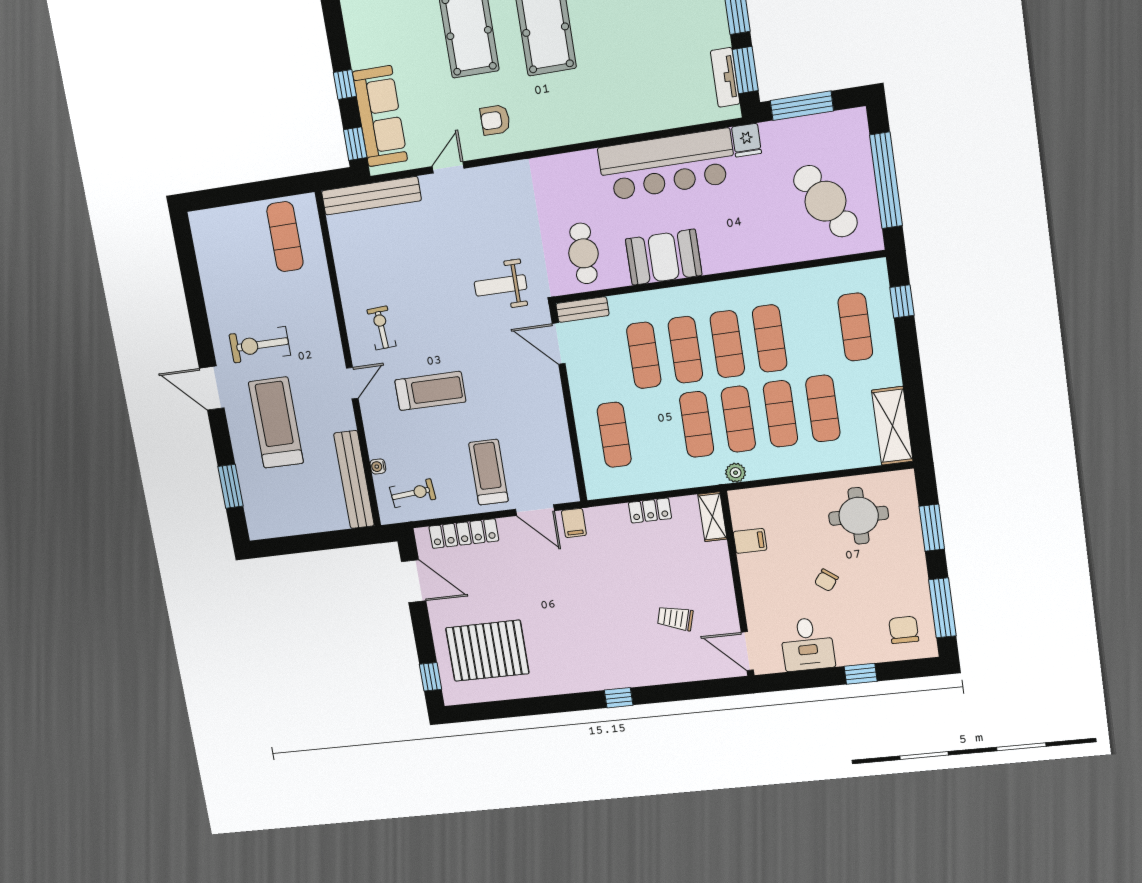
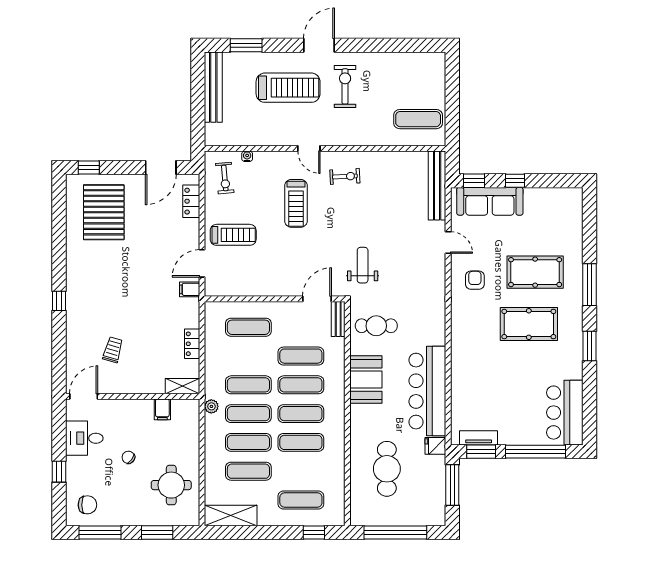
cafe table: (825, 201) -> (387, 469), moved, turned -60
bench: (354, 480) -> (213, 87), moved, turned 90
locker: (464, 534) -> (191, 201), width x0.66

